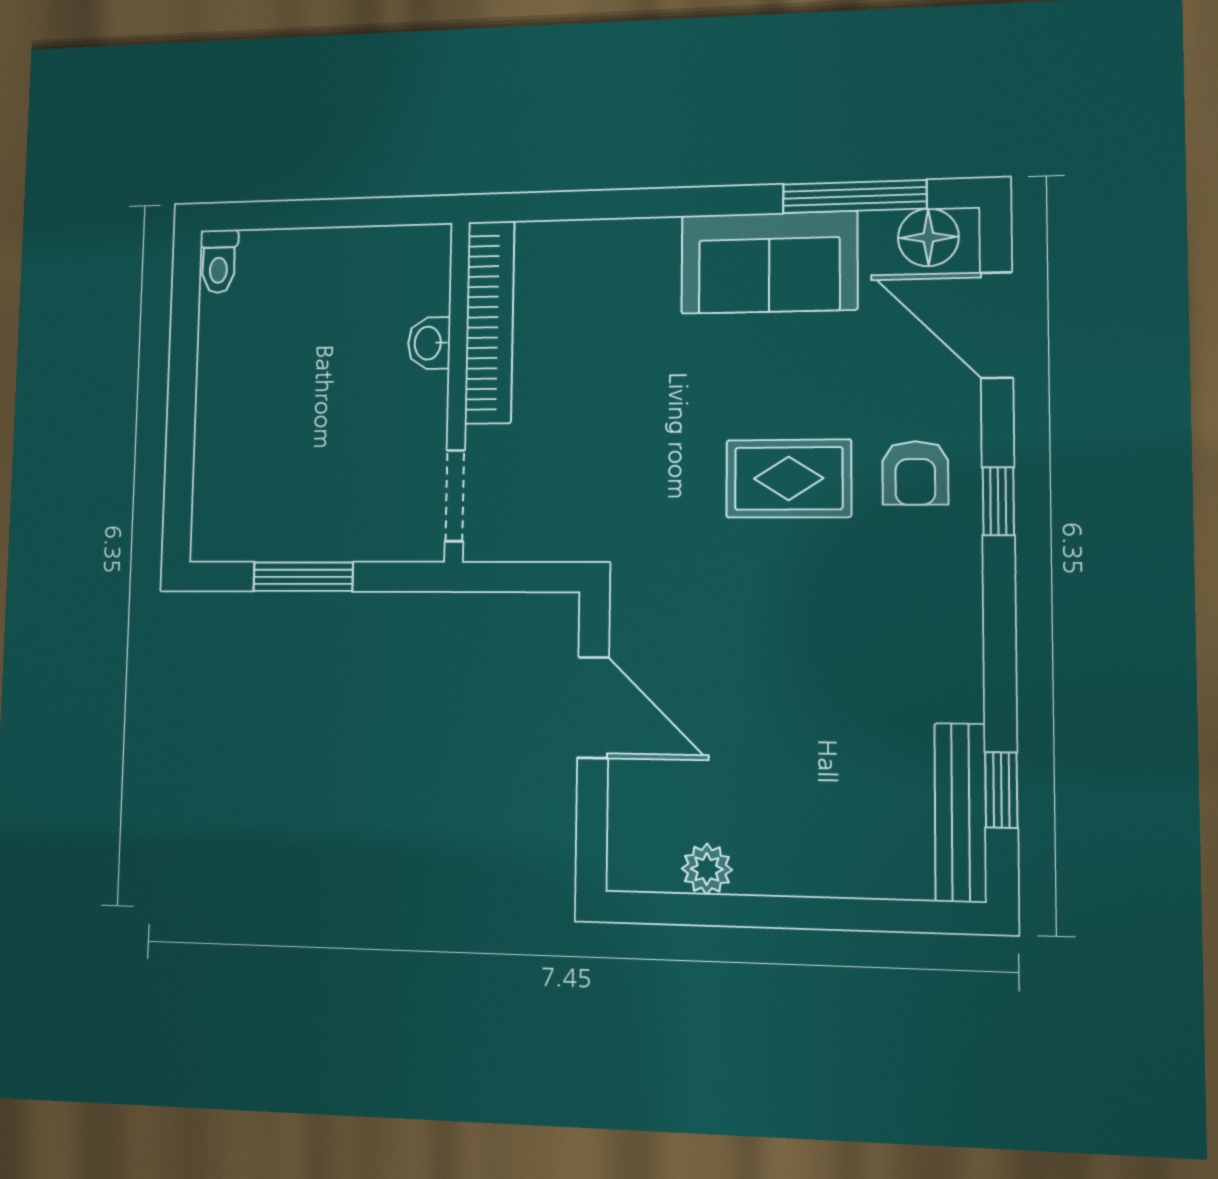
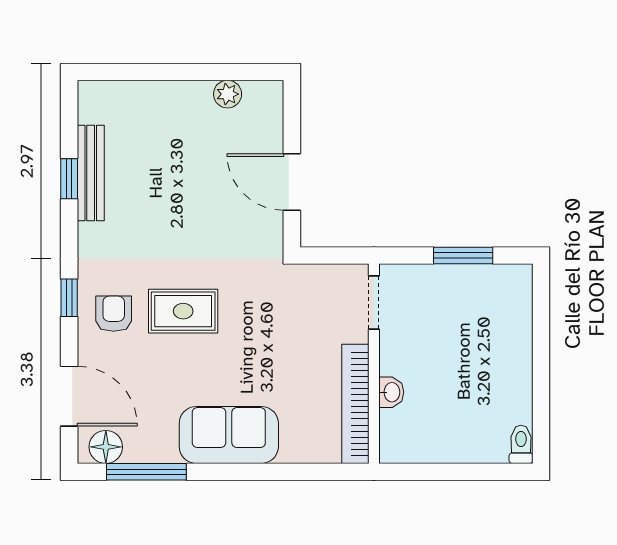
sofa: (769, 262) -> (229, 435), moved
window: (1001, 790) -> (69, 179), moved
bench: (960, 812) -> (91, 173), moved

